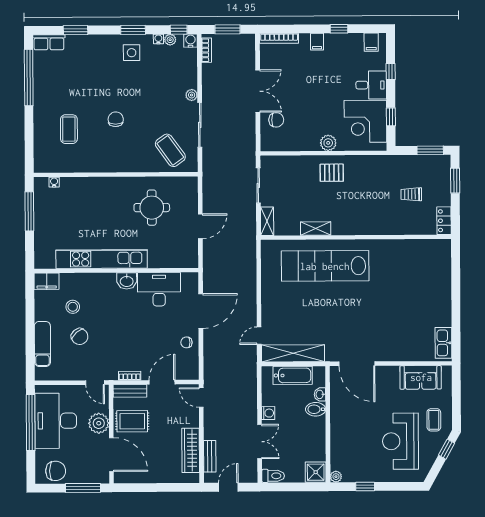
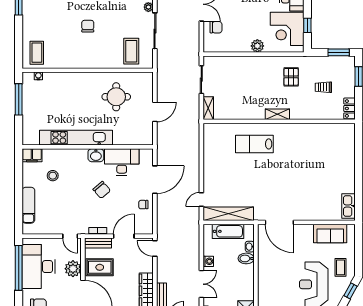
coffee table: (69, 129) -> (37, 53), moved
coffee table: (170, 150) -> (131, 51), turned 36
pallet: (332, 173) -> (291, 77), moved, turned 90
shelving: (316, 229) -> (277, 114), moved
lab bench: (325, 266) -> (254, 144), width x0.54, depth x0.72
chair: (80, 337) -> (102, 190), moved

